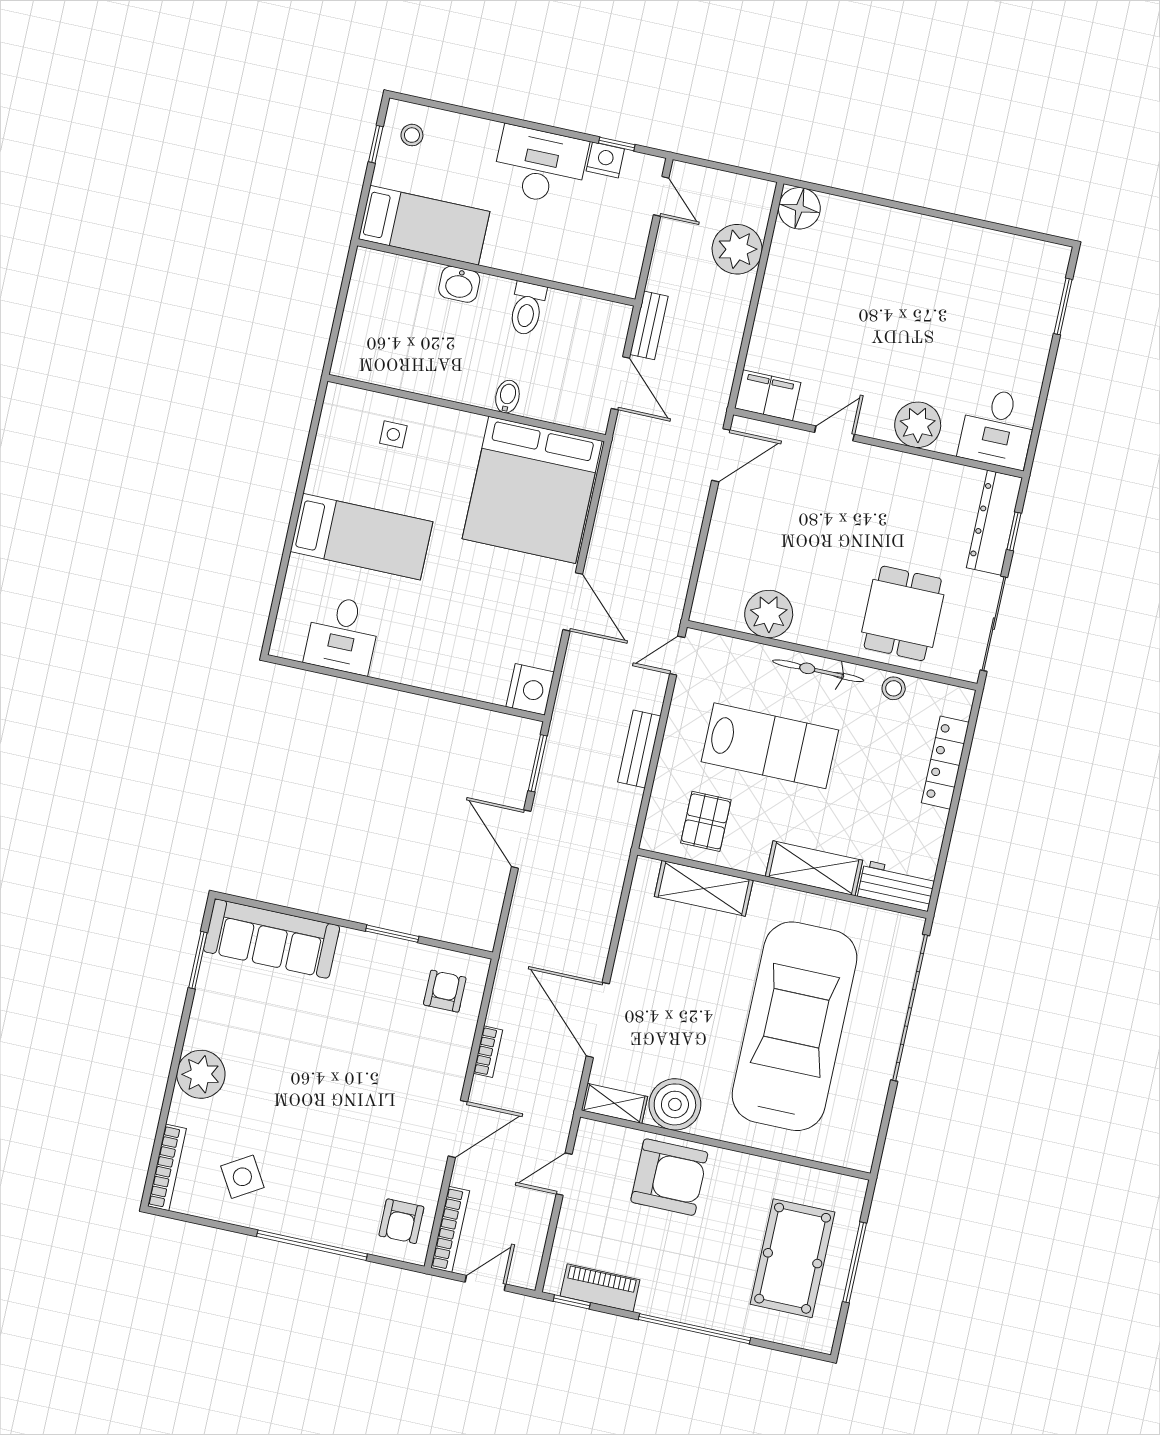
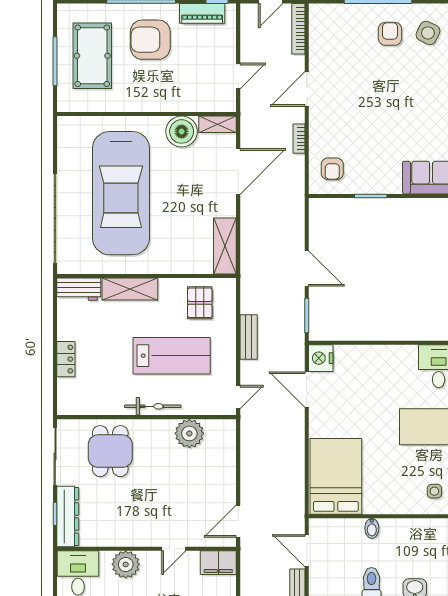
bed: (532, 490) -> (336, 476), width x0.73
door: (573, 602) -> (307, 390), moved
stool: (894, 688) -> (106, 406), removed
lab bench: (770, 746) -> (172, 356), turned 180
locker: (945, 763) -> (66, 359), width x0.66
shelving: (704, 888) -> (225, 246), moved, turned 90
door: (598, 1020) -> (238, 171), hinge flipped
side table: (242, 1177) -> (428, 33), turned -33
armchair: (669, 1177) -> (150, 40), moved
armchair: (401, 1221) -> (390, 34), moved

